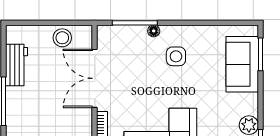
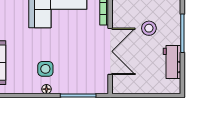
floor lamp: (154, 31) -> (46, 89), moved
stool: (62, 38) -> (149, 28), moved

